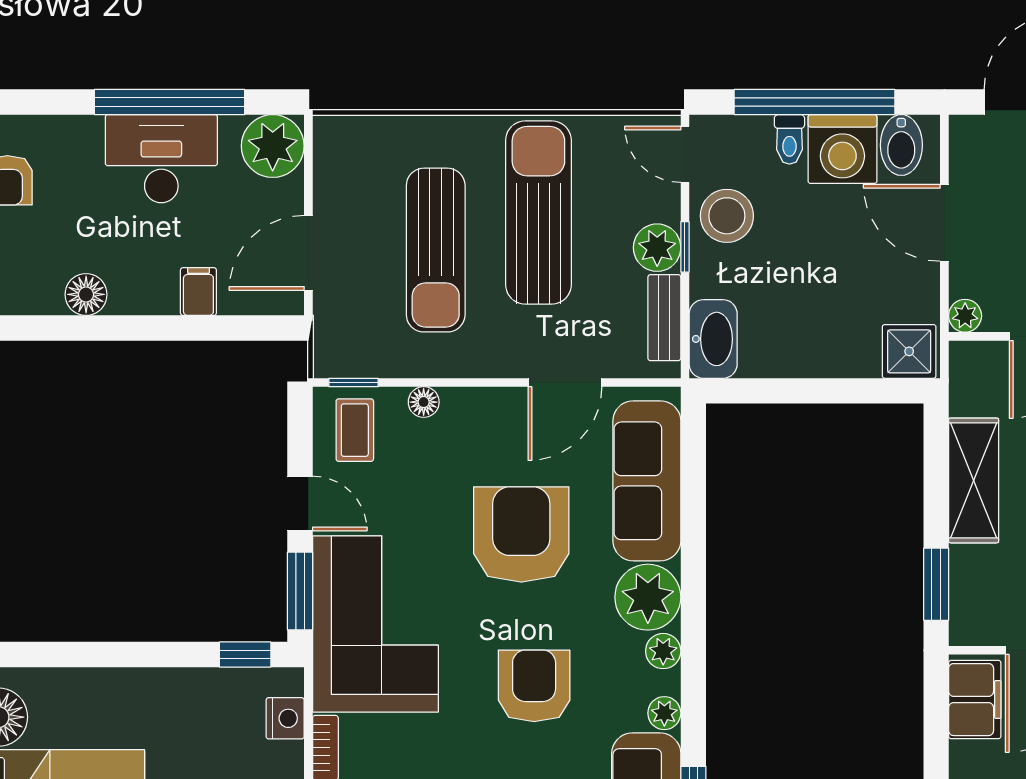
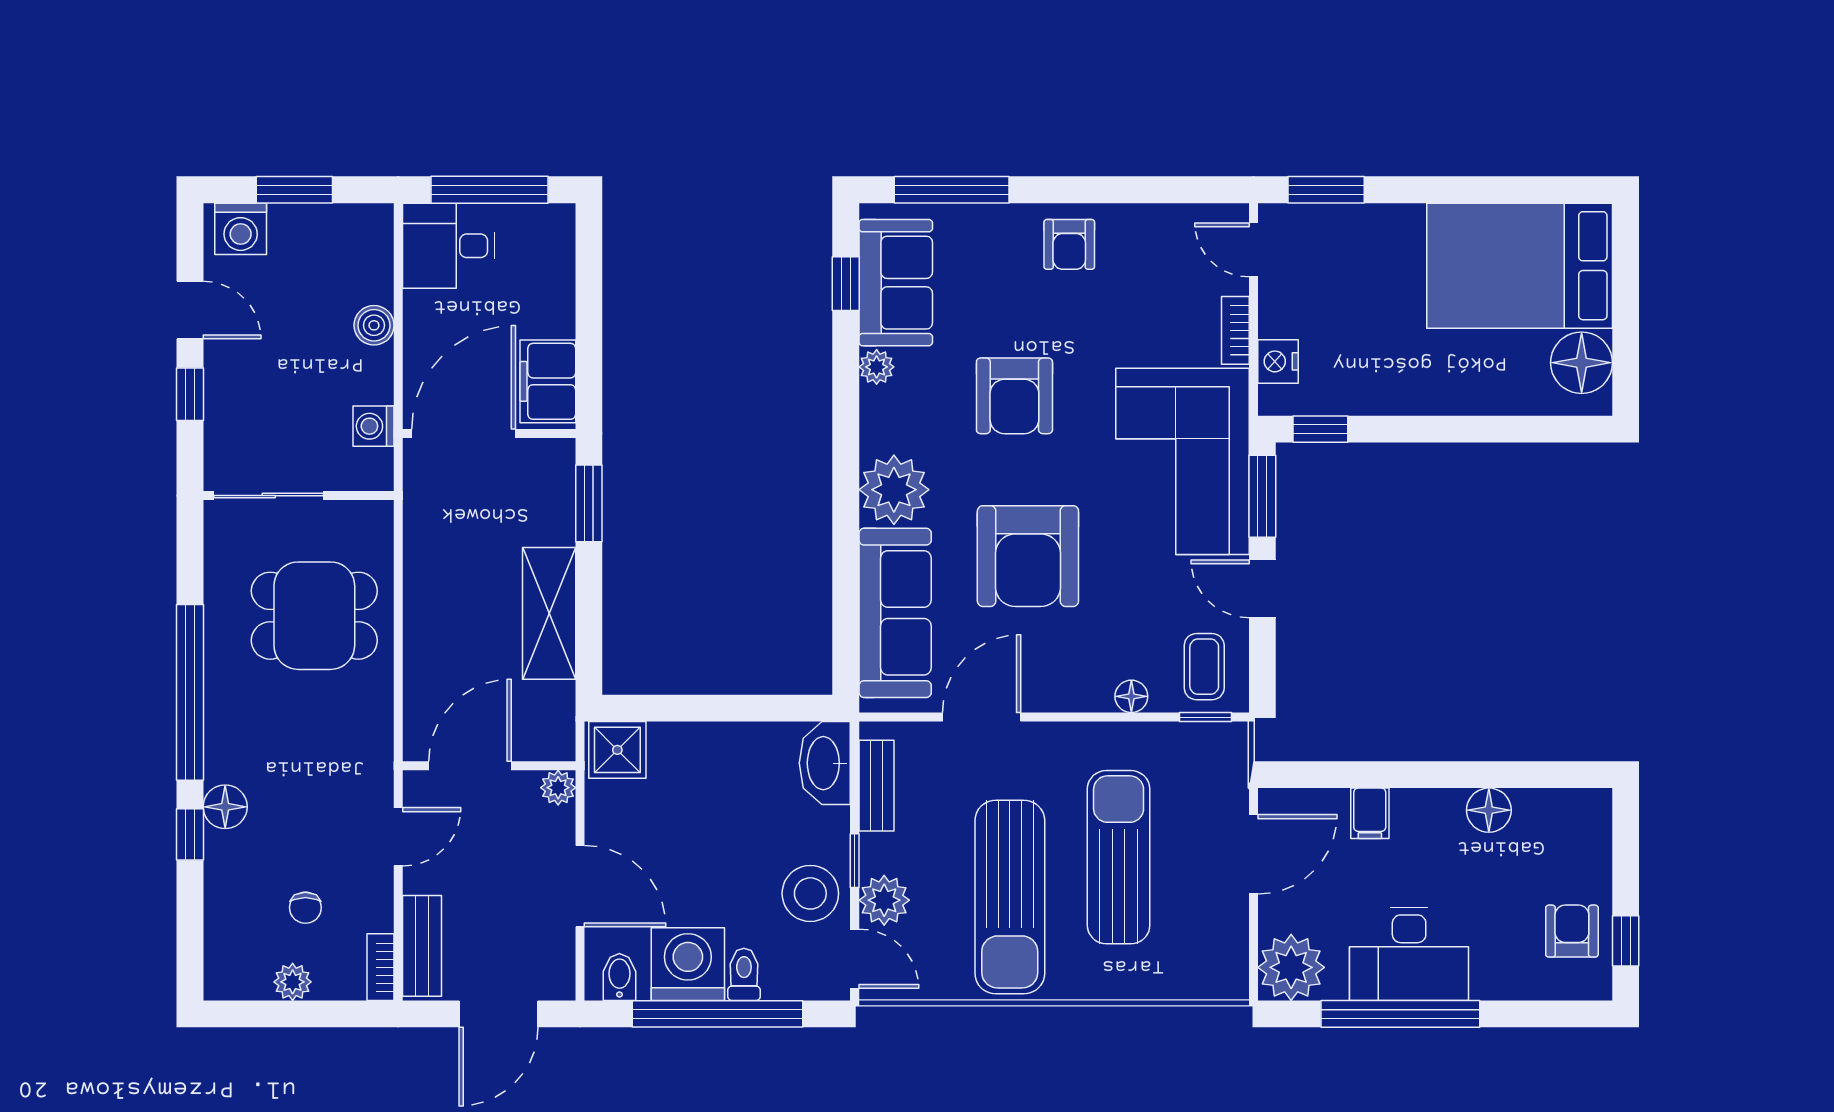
bidet: (901, 145) -> (619, 977), width x0.72, depth x0.74
plant: (657, 248) -> (884, 900), moved
plant: (663, 651) -> (878, 433), removed

